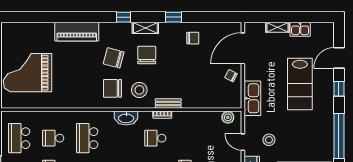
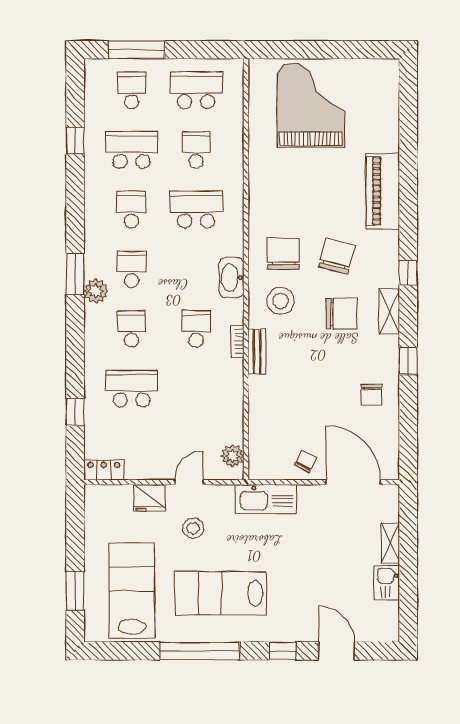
lab bench: (300, 84) -> (221, 593), moved

